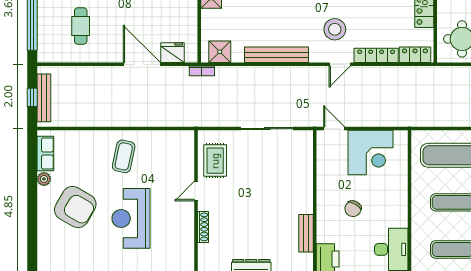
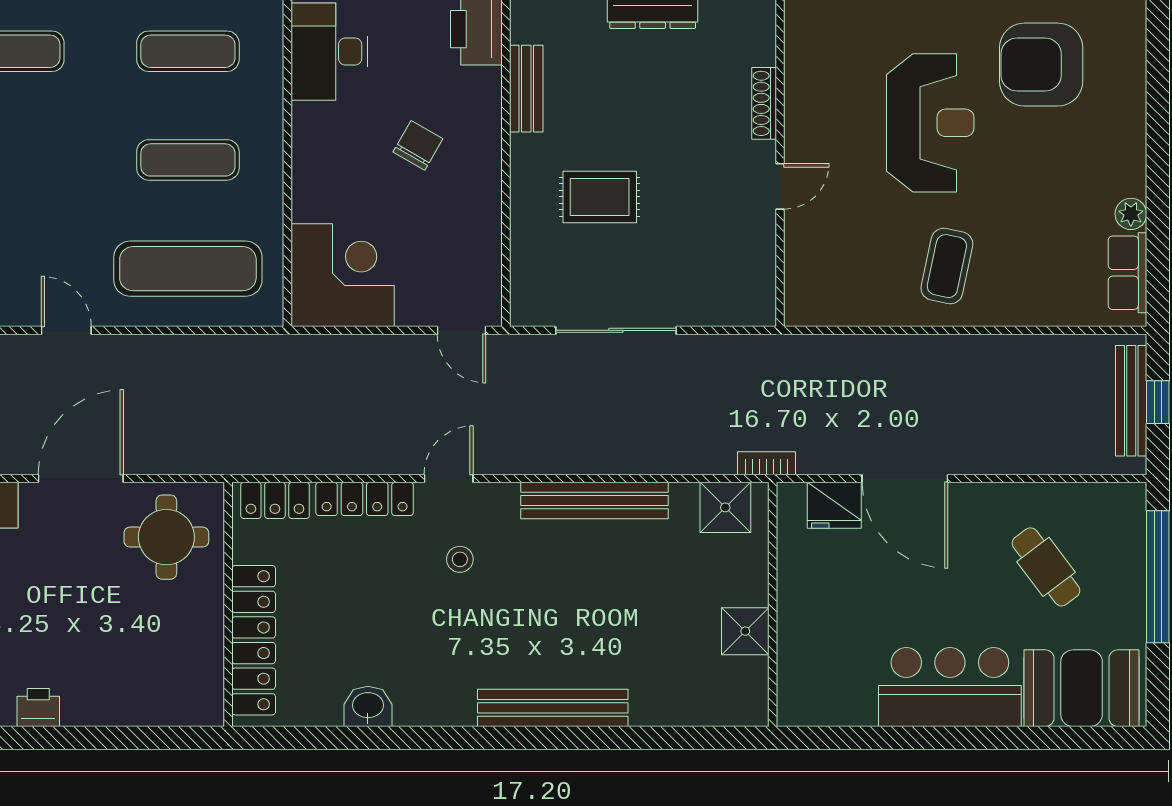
cafe table: (81, 26) -> (1046, 567), turned -37
stool: (335, 29) -> (460, 559), width x0.53, depth x0.53
corner desk: (371, 152) -> (343, 275), moved, turned 90
rug: (215, 161) -> (600, 197), moved, turned 90
armchair: (75, 207) -> (1041, 65), moved, turned -30

